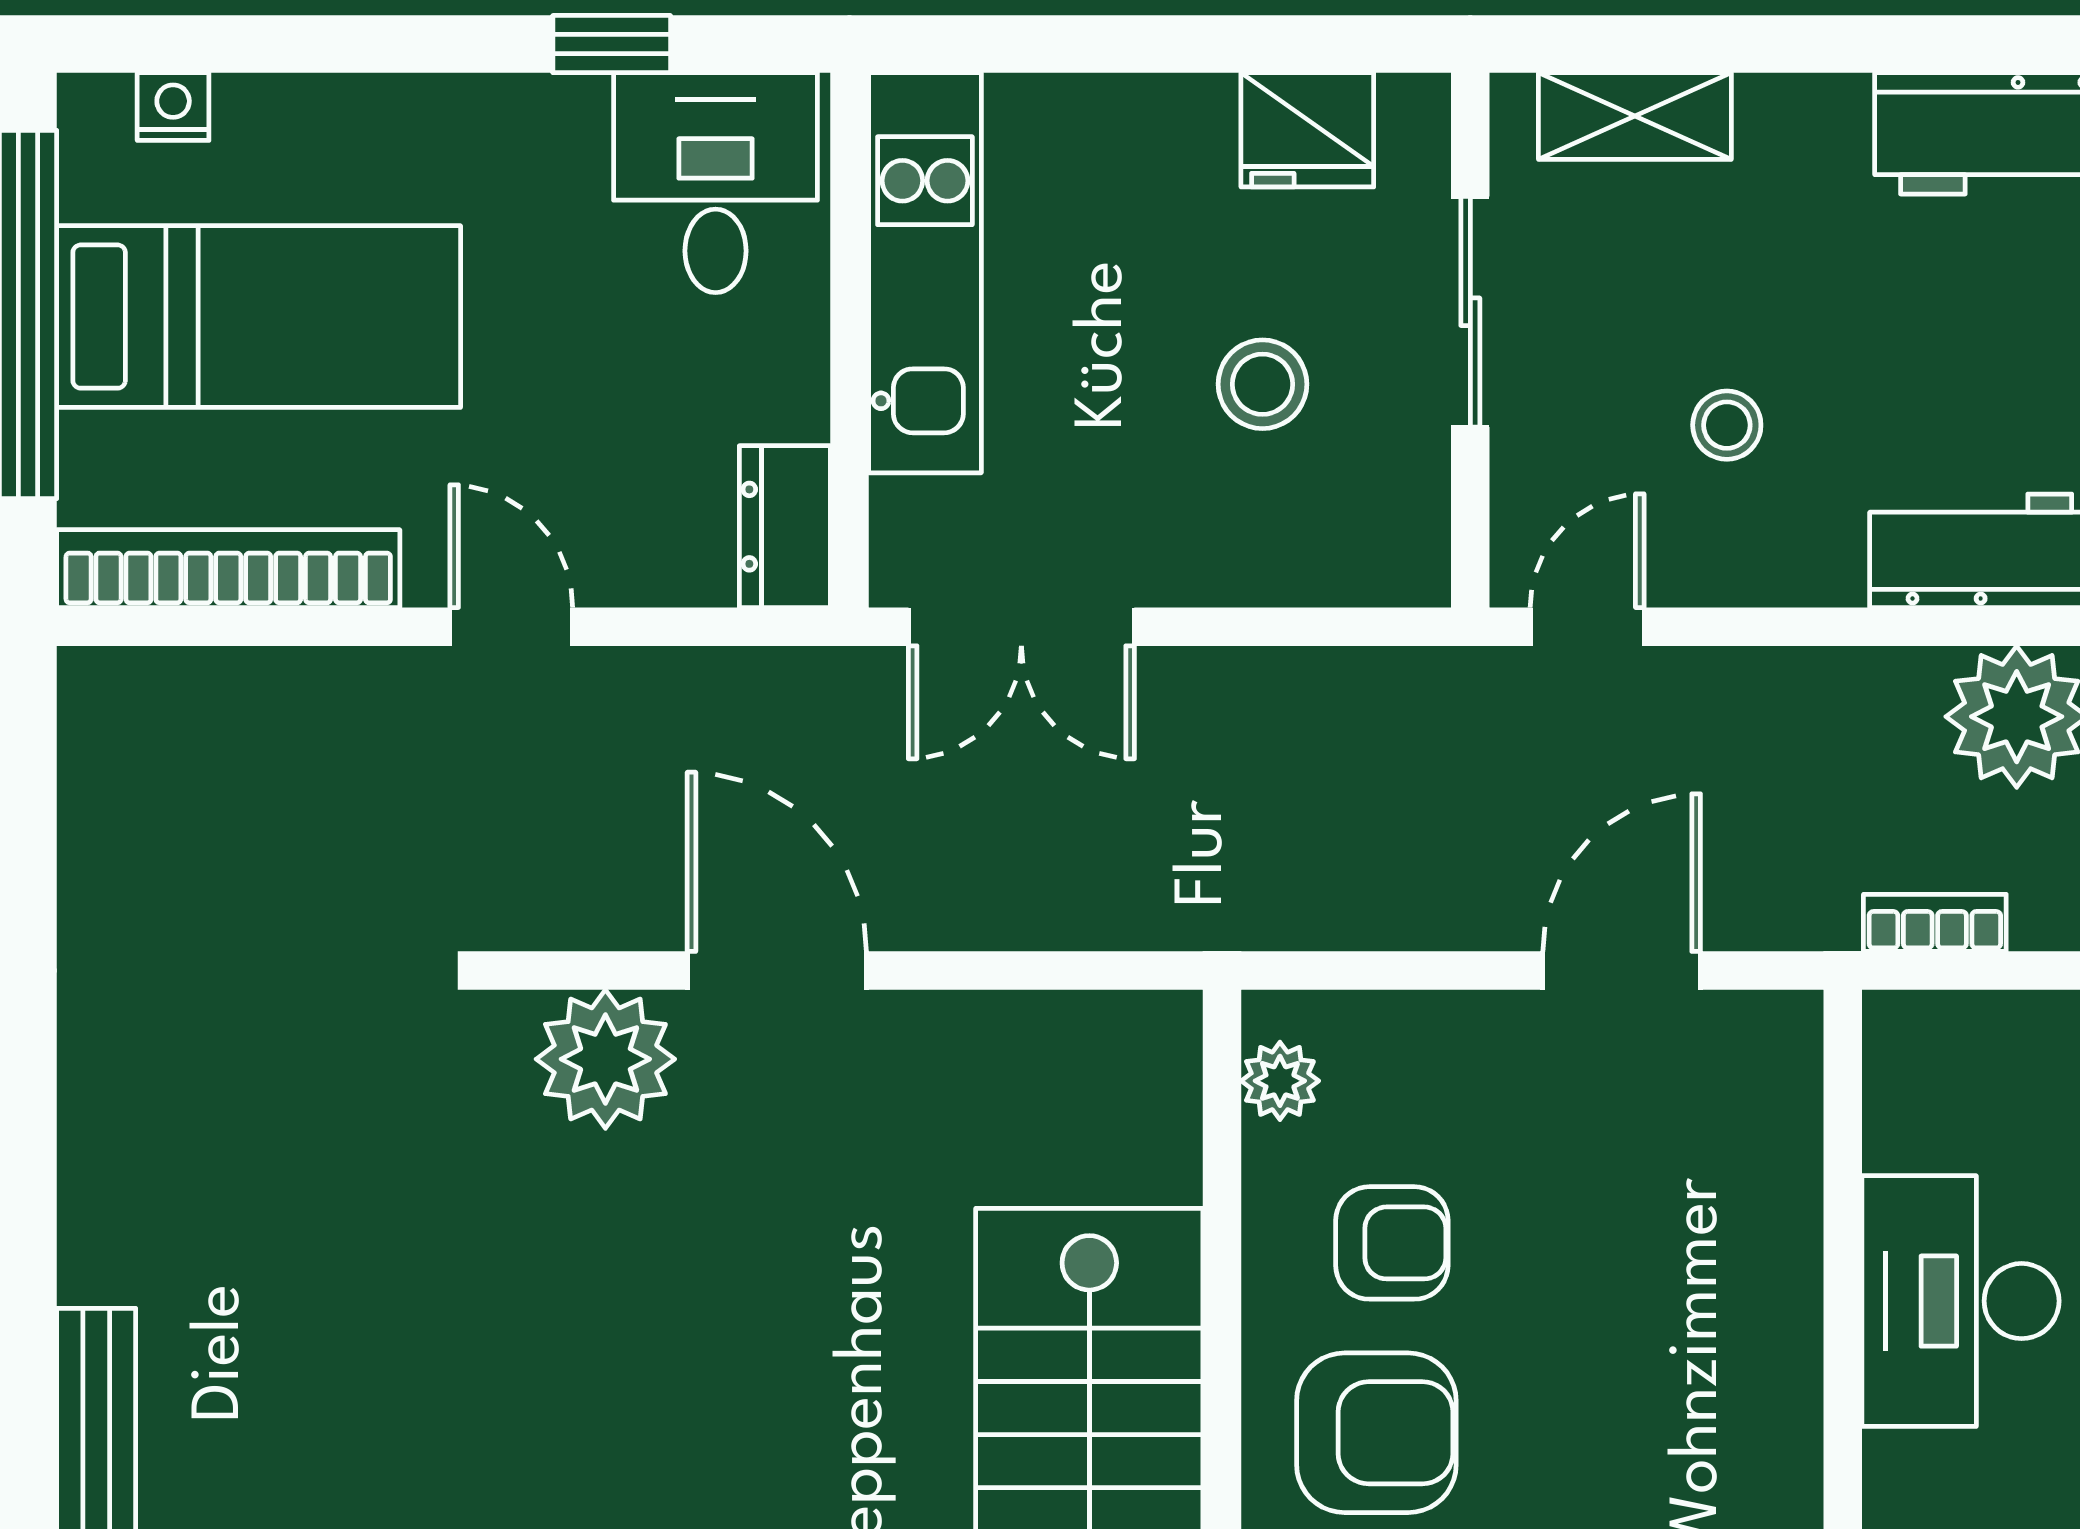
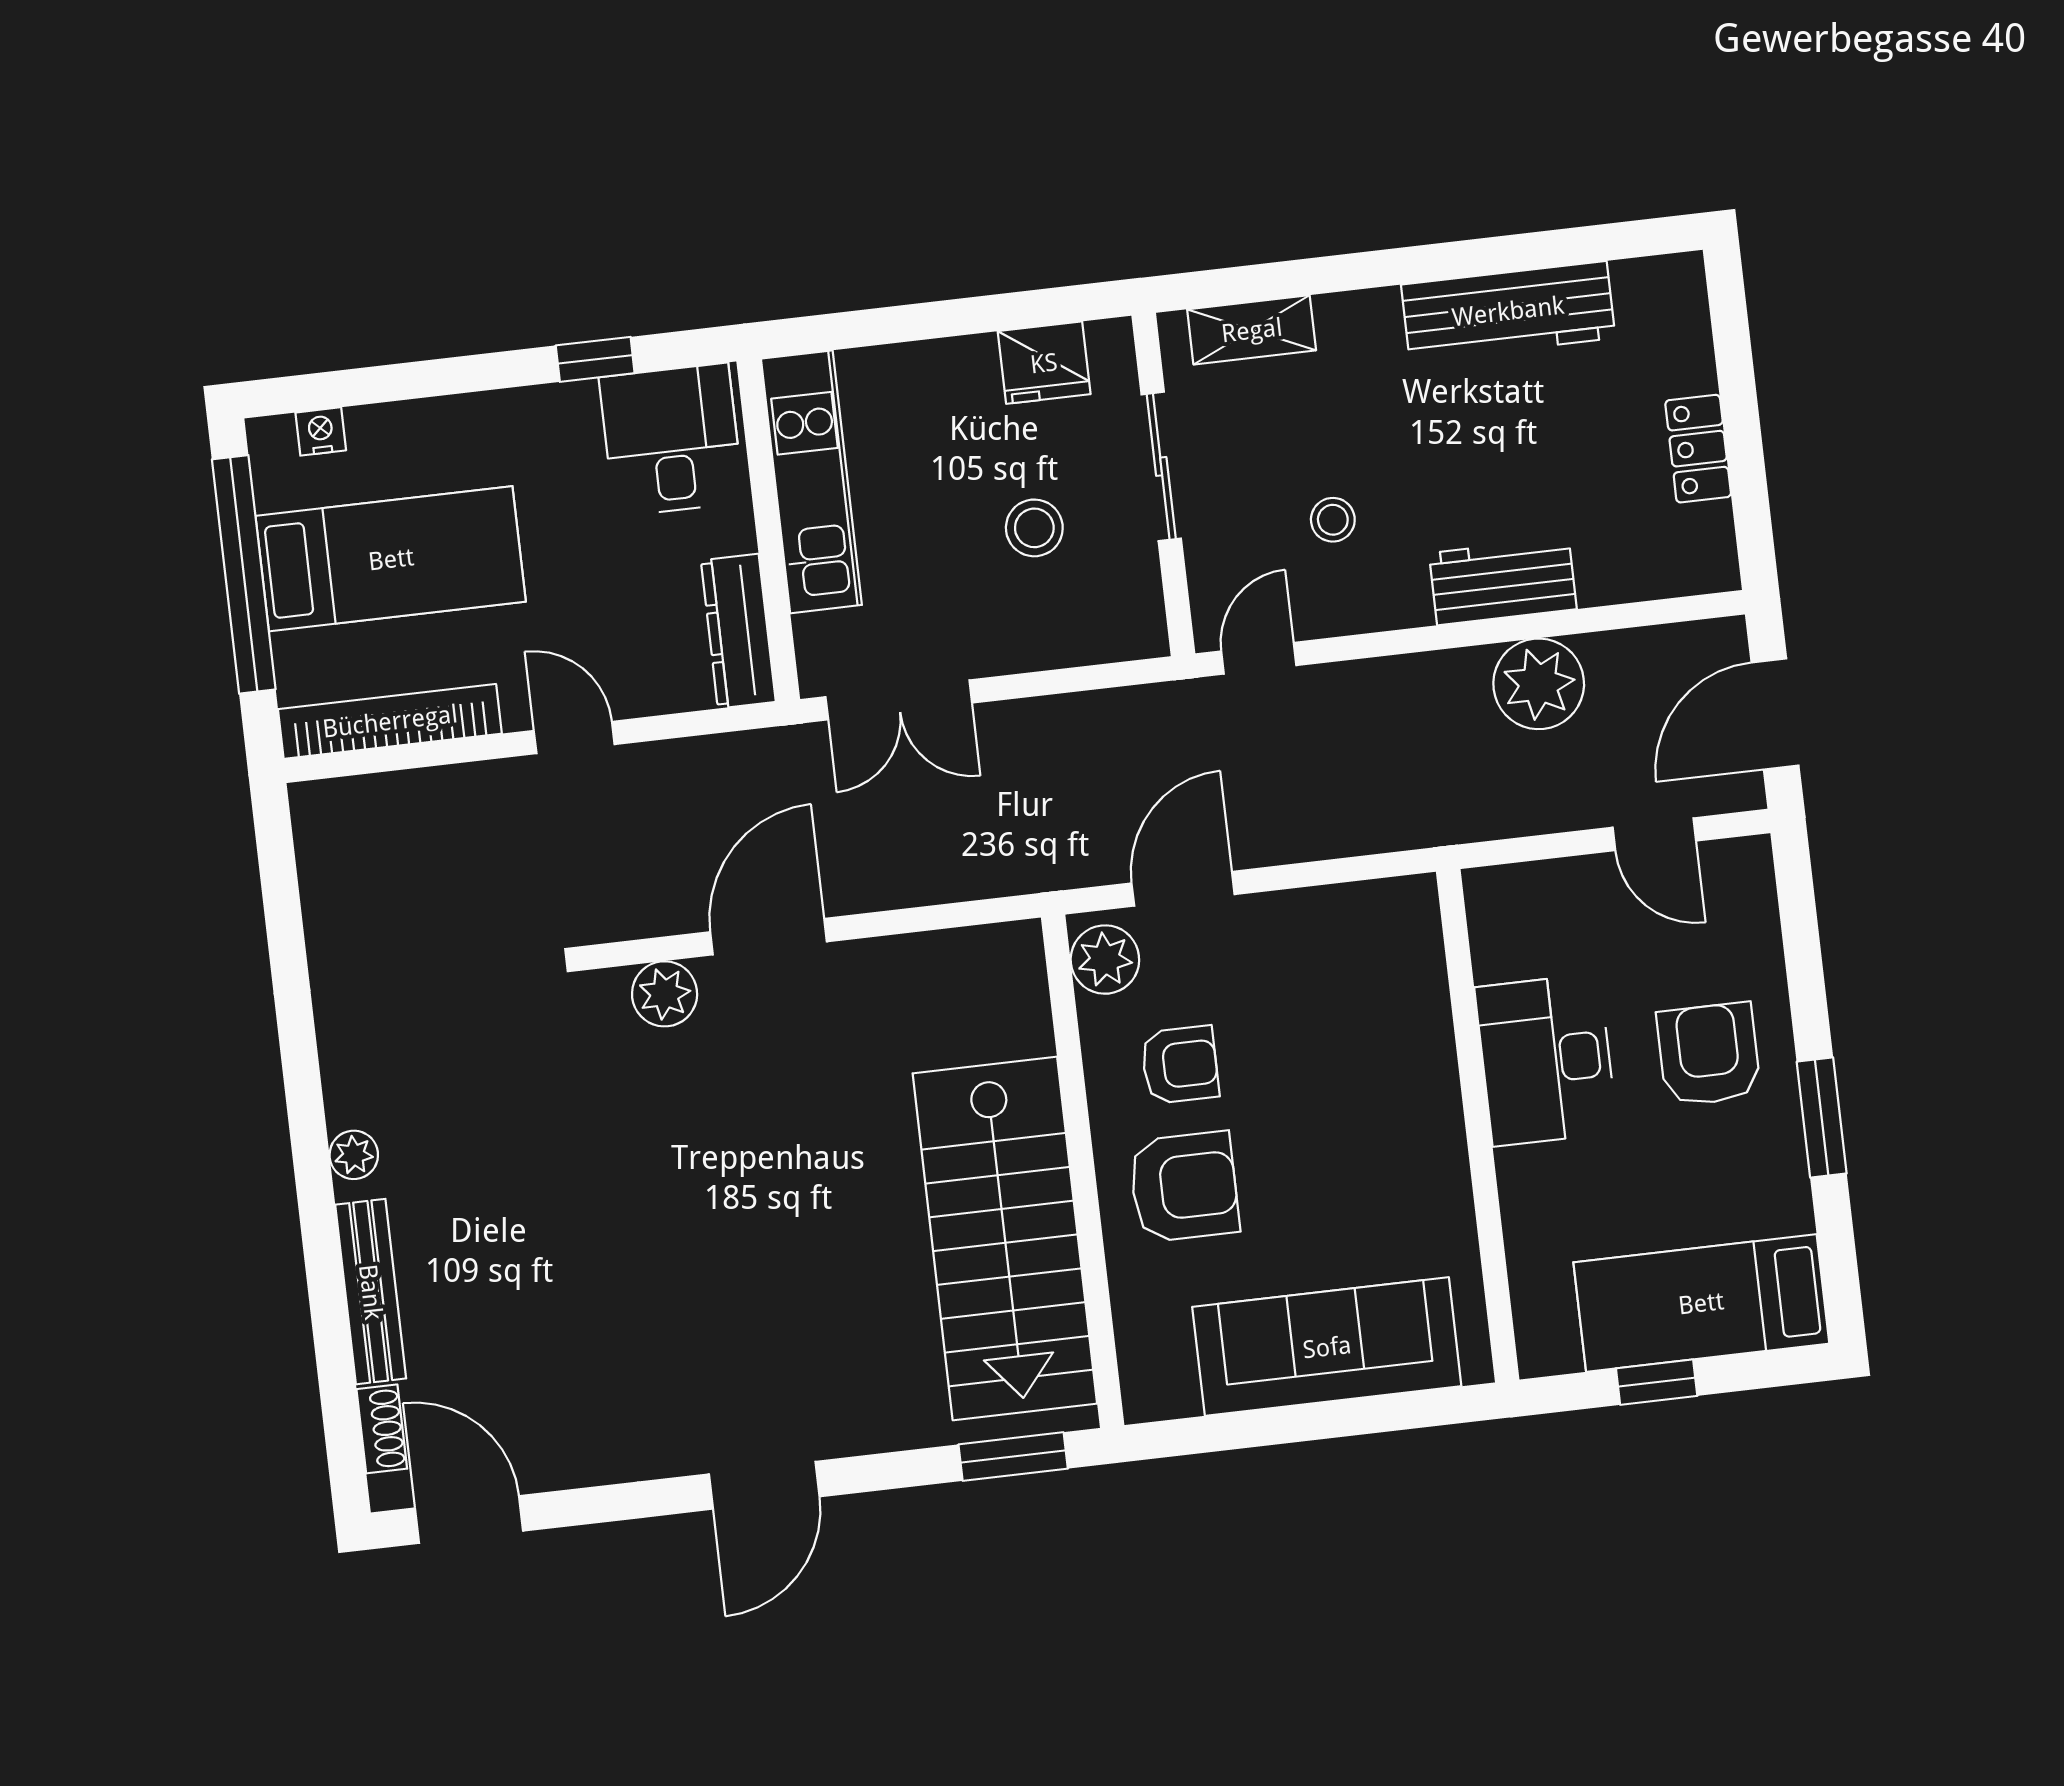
dresser: (785, 527) -> (738, 631), width x1.44
bookcase: (1935, 923) -> (1502, 821), removed
door: (777, 971) -> (768, 937), hinge flipped
door: (1622, 971) -> (1183, 889), moved
plant: (605, 1059) -> (665, 994), width x0.73, depth x0.73
plant: (1280, 1081) -> (1105, 960), width x1.38, depth x1.38
plant: (95, 1234) -> (354, 1155), added

